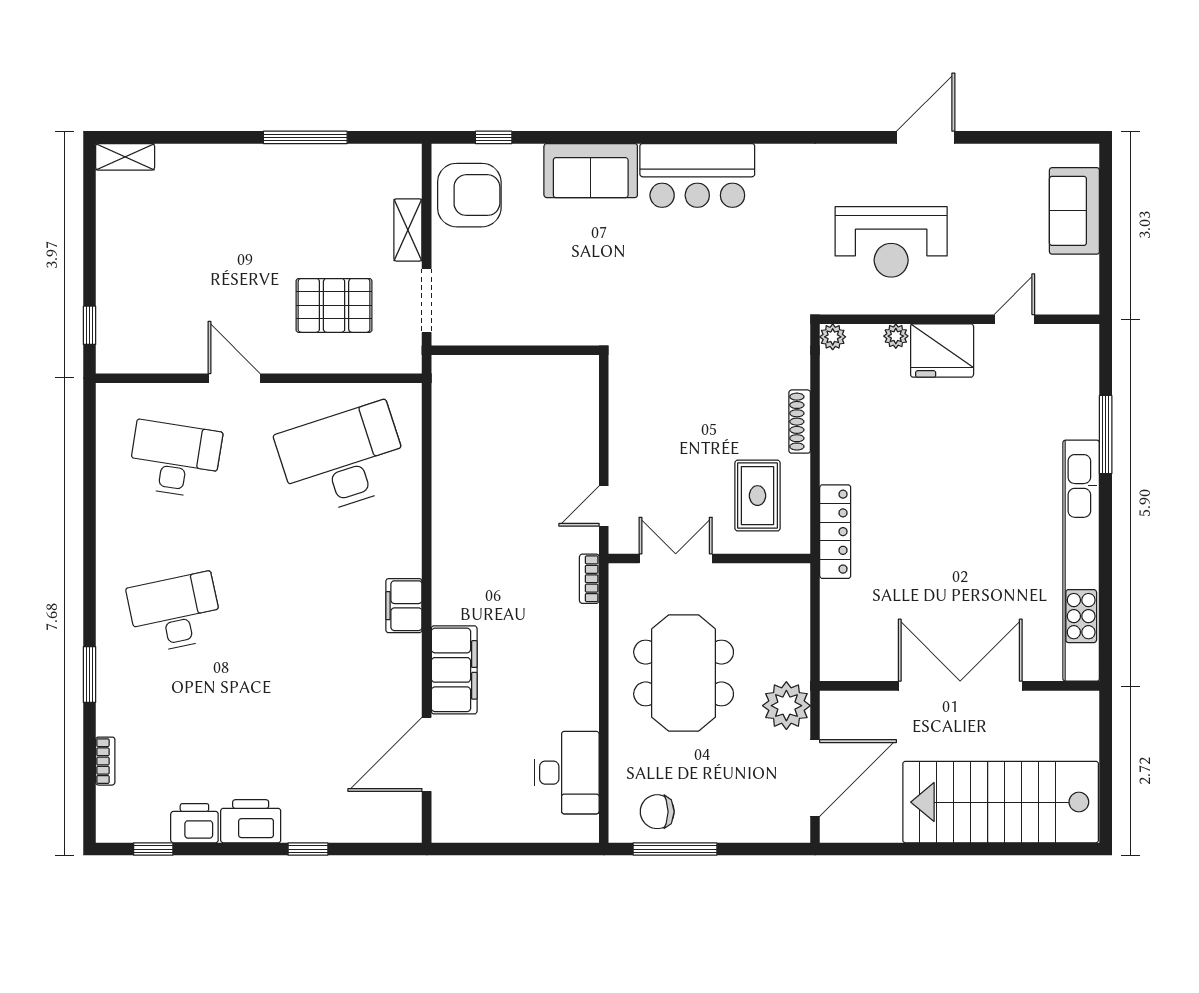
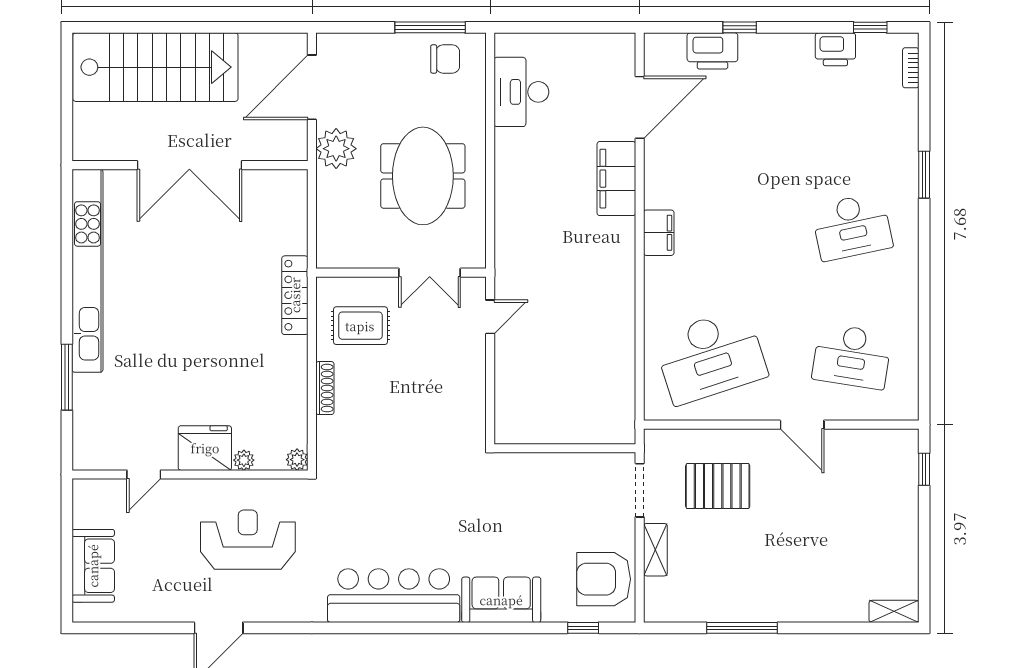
bar counter: (697, 175) -> (394, 596), width x1.36
rug: (757, 496) -> (360, 326), turned 90
bookcase: (589, 579) -> (502, 255), removed
bookcase: (105, 761) -> (911, 68), moved
printer: (251, 821) -> (712, 51), moved

